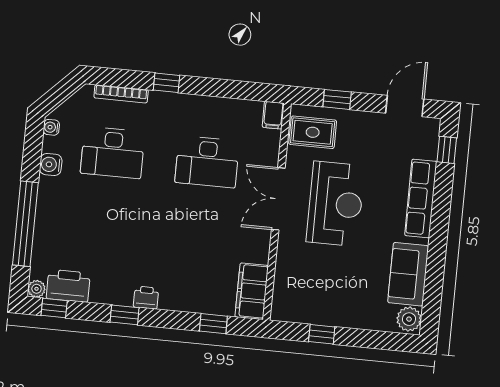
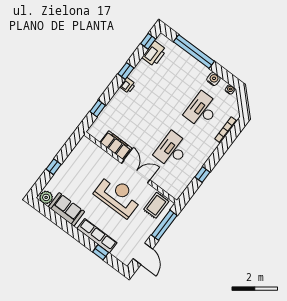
window: (167, 83) -> (202, 175), moved
window: (337, 99) -> (164, 225), width x2.17
filing cabinet: (273, 115) -> (175, 192), removed
window: (447, 150) -> (101, 252), moved
reception desk: (335, 204) -> (118, 196), turned 180
plant: (37, 289) -> (162, 39), removed
filing cabinet: (252, 291) -> (116, 145), moved
window: (322, 334) -> (54, 167), moved

